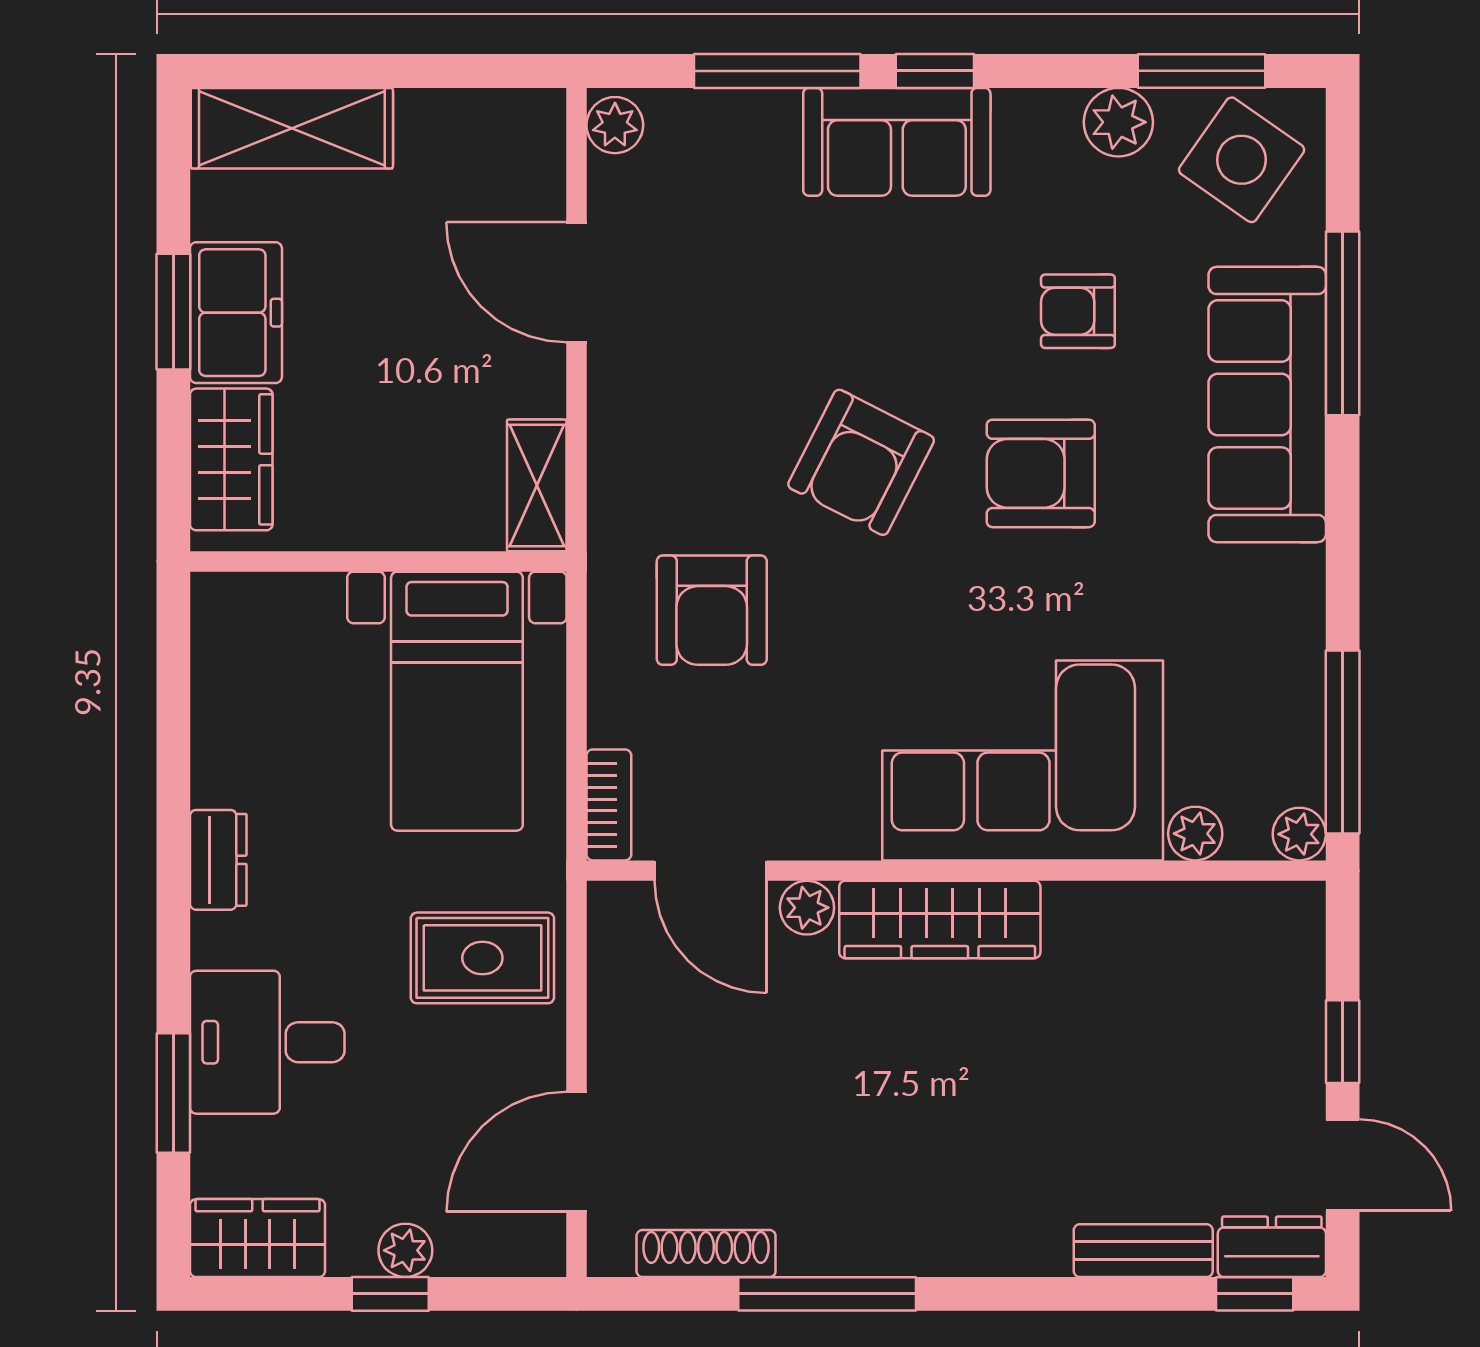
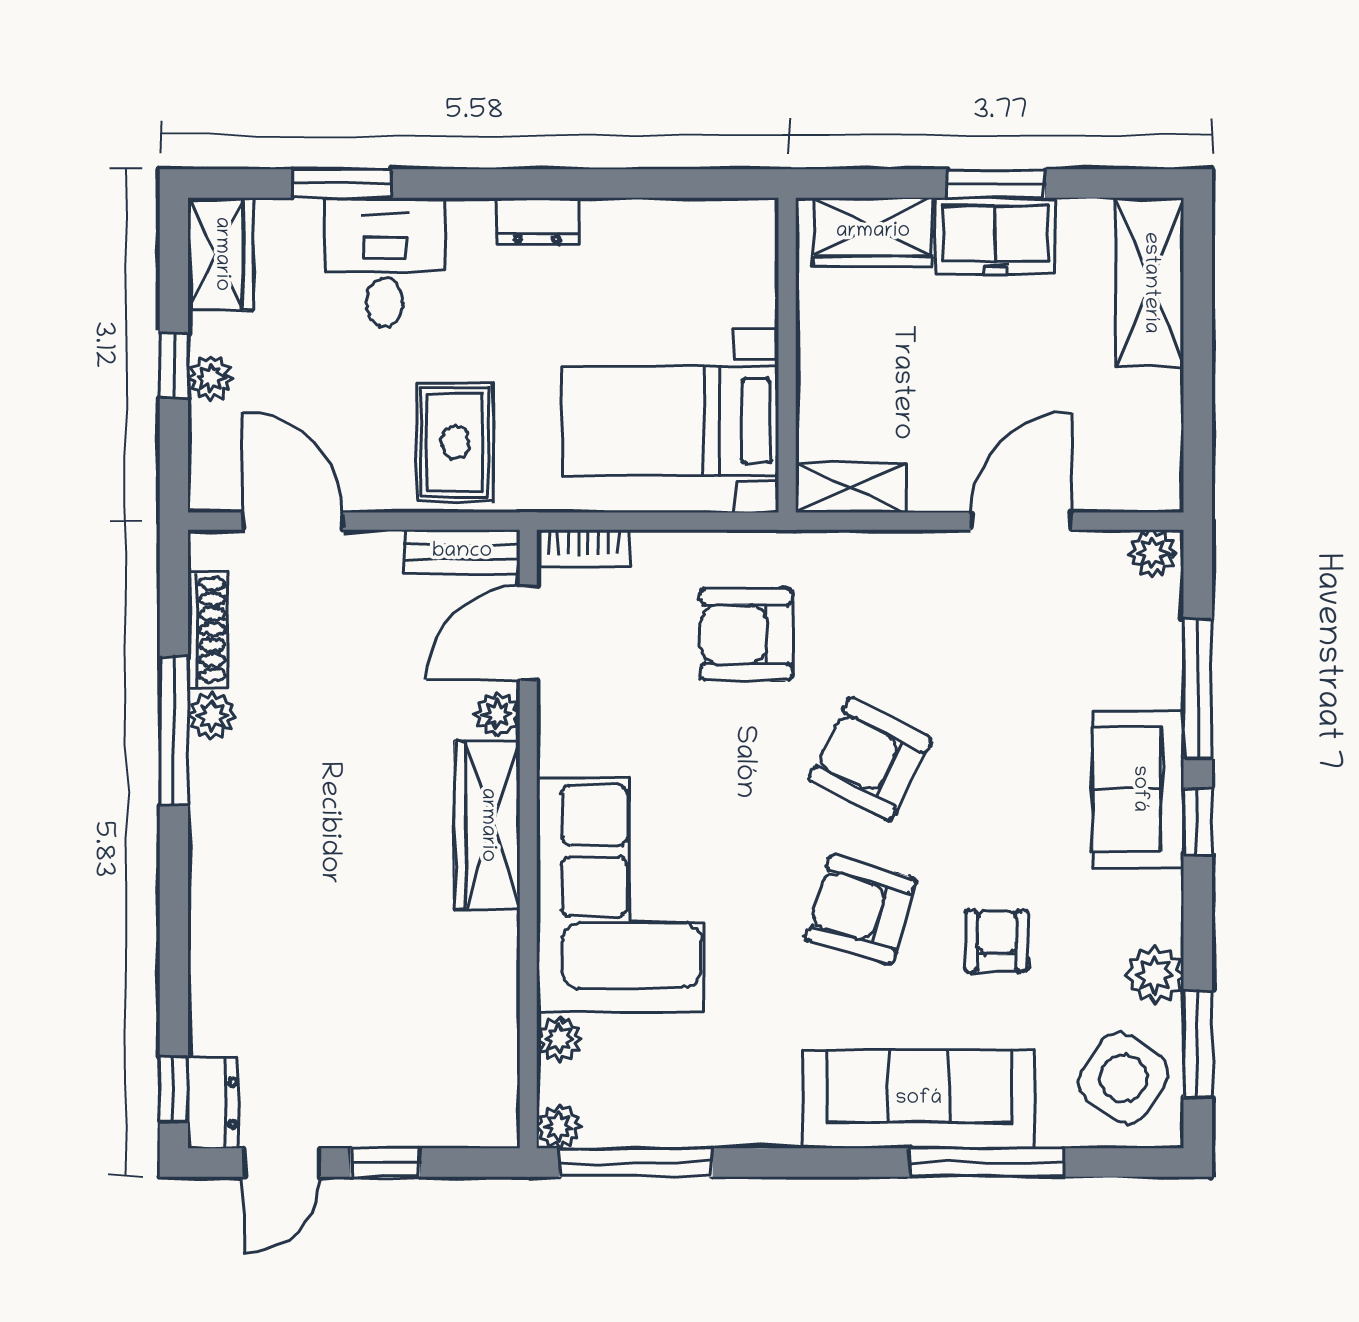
armchair: (1041, 473) -> (861, 910), turned -74
plant: (809, 1249) -> (212, 716), added
bench: (1143, 1251) -> (462, 552), moved, turned 90

